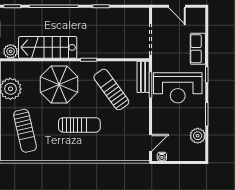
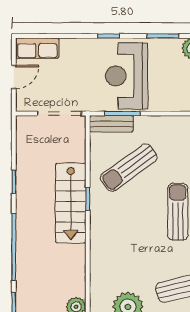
stairs: (48, 47) -> (71, 203), moved
row of seats: (198, 49) -> (37, 48), moved
parasol: (59, 84) -> (122, 240), removed
reception desk: (178, 88) -> (127, 76), turned 180

